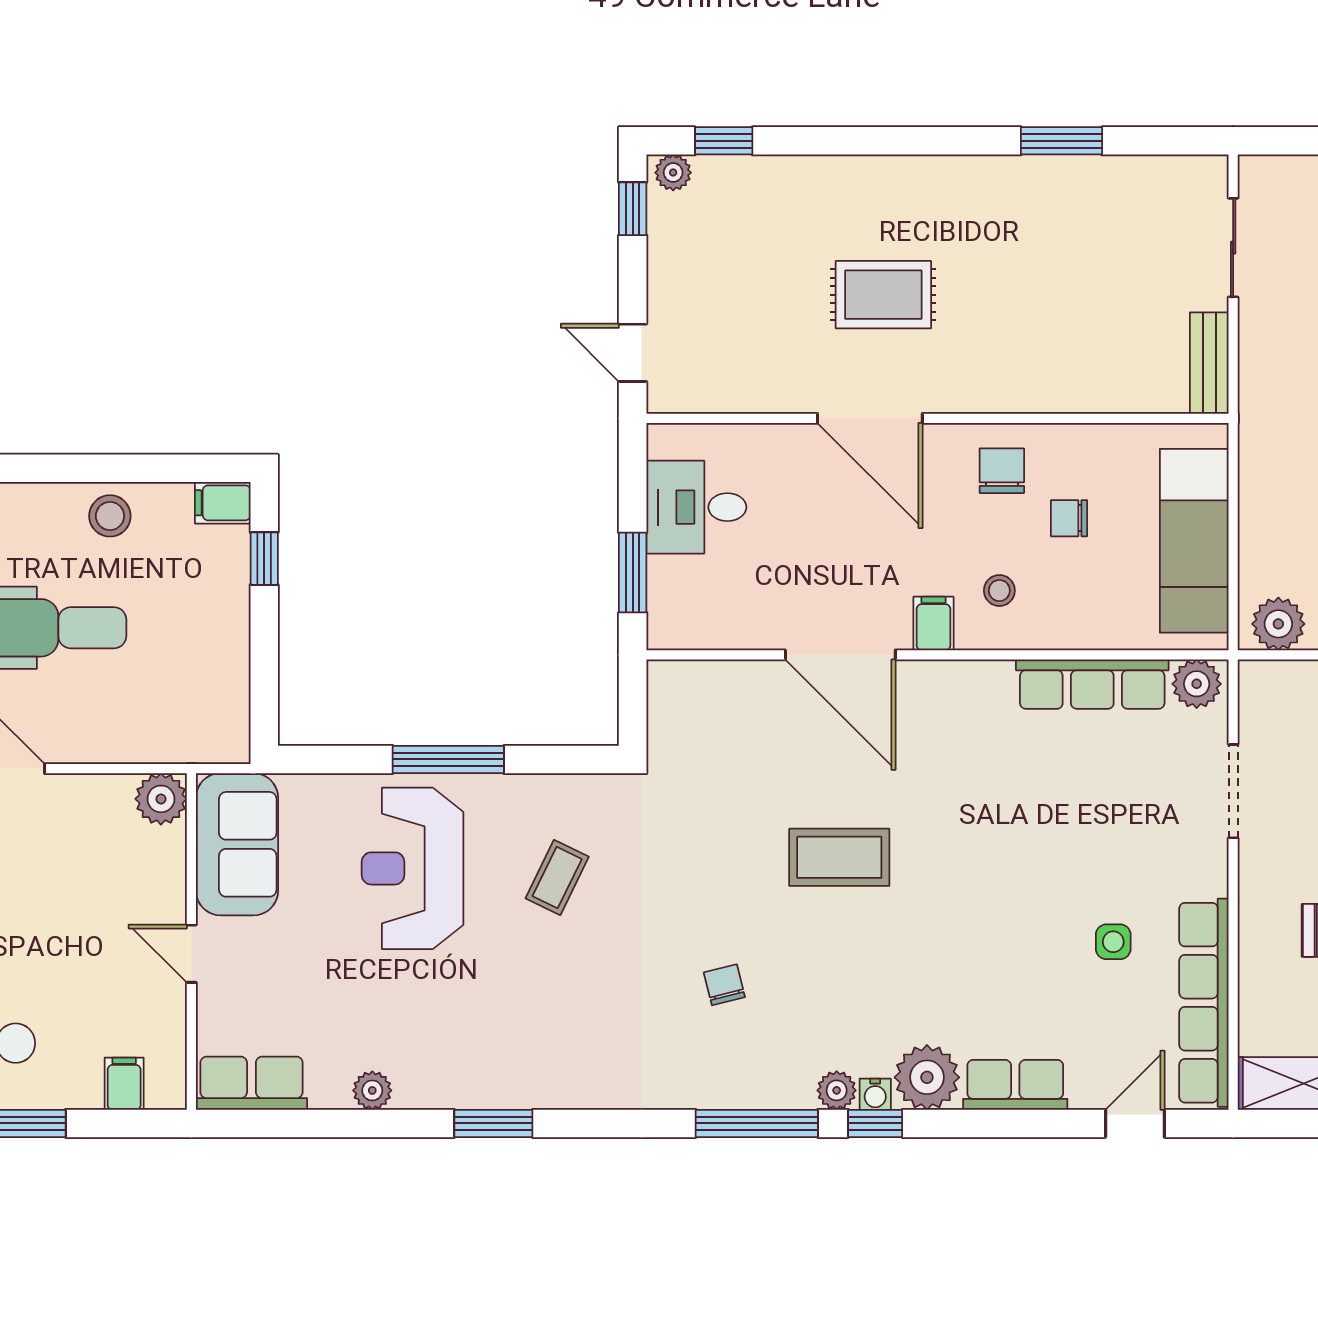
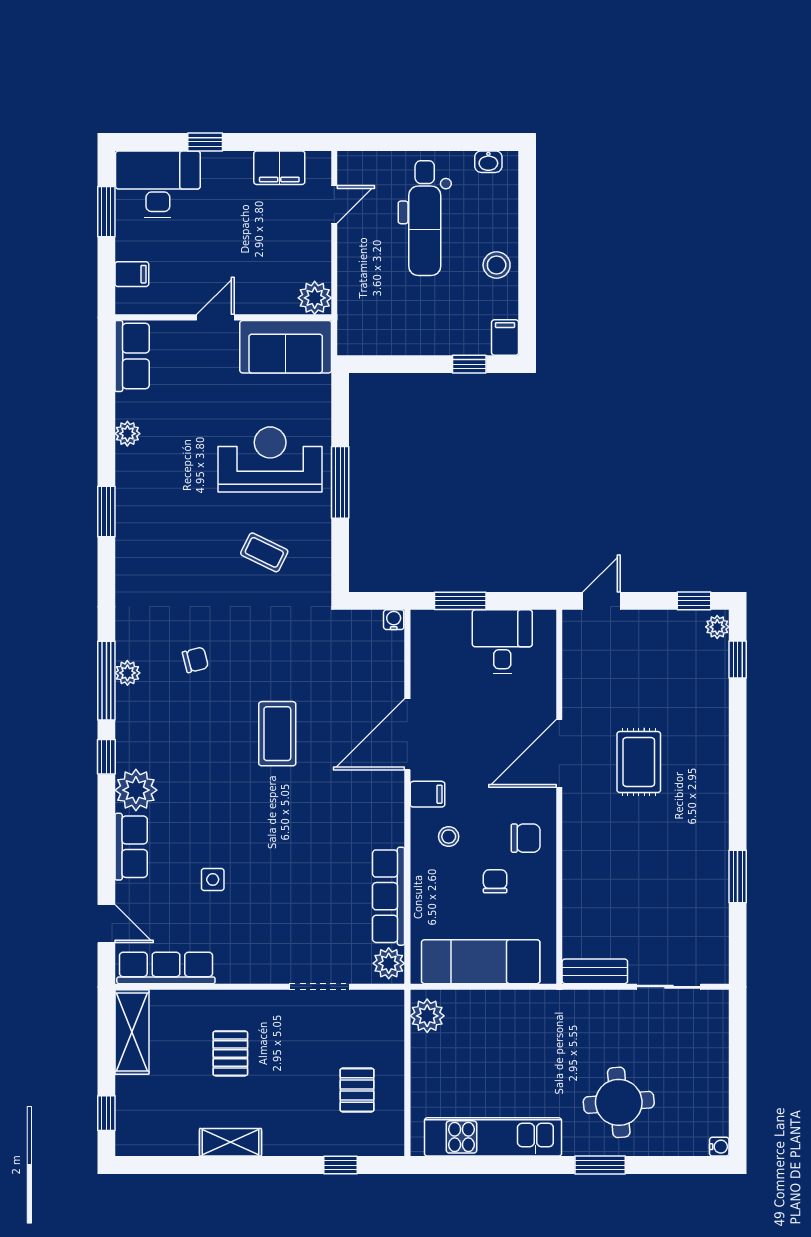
side table: (1113, 942) -> (213, 879), moved
row of seats: (1204, 1003) -> (166, 968), width x0.73
plant: (837, 1090) -> (127, 673), moved
water cooler: (875, 1094) -> (394, 620), moved, turned 90

